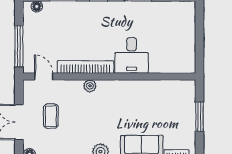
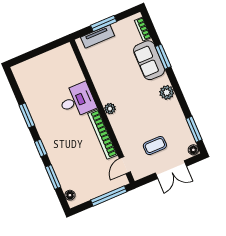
plant: (90, 86) -> (110, 109), moved
tv unit: (189, 105) -> (98, 36), added

